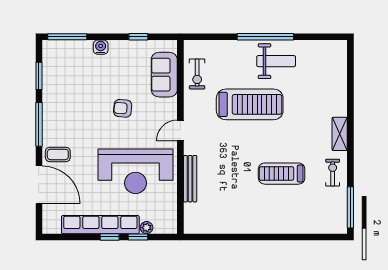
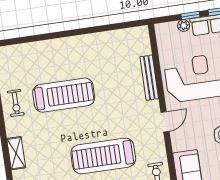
shelving: (340, 134) -> (16, 153), moved
treadmill: (282, 174) -> (64, 95), width x1.37, depth x1.37

